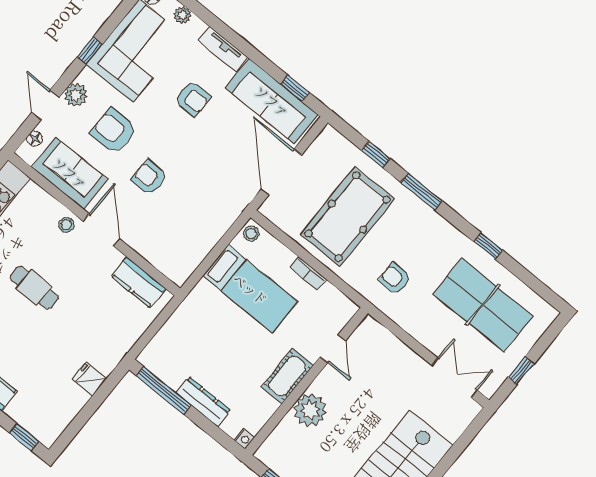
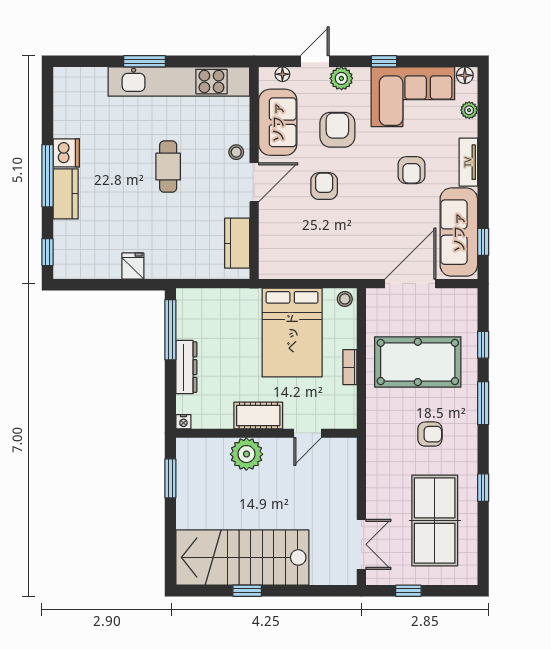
armchair: (395, 279) -> (430, 434), moved, turned 90
bed: (250, 289) -> (292, 333), width x1.50

